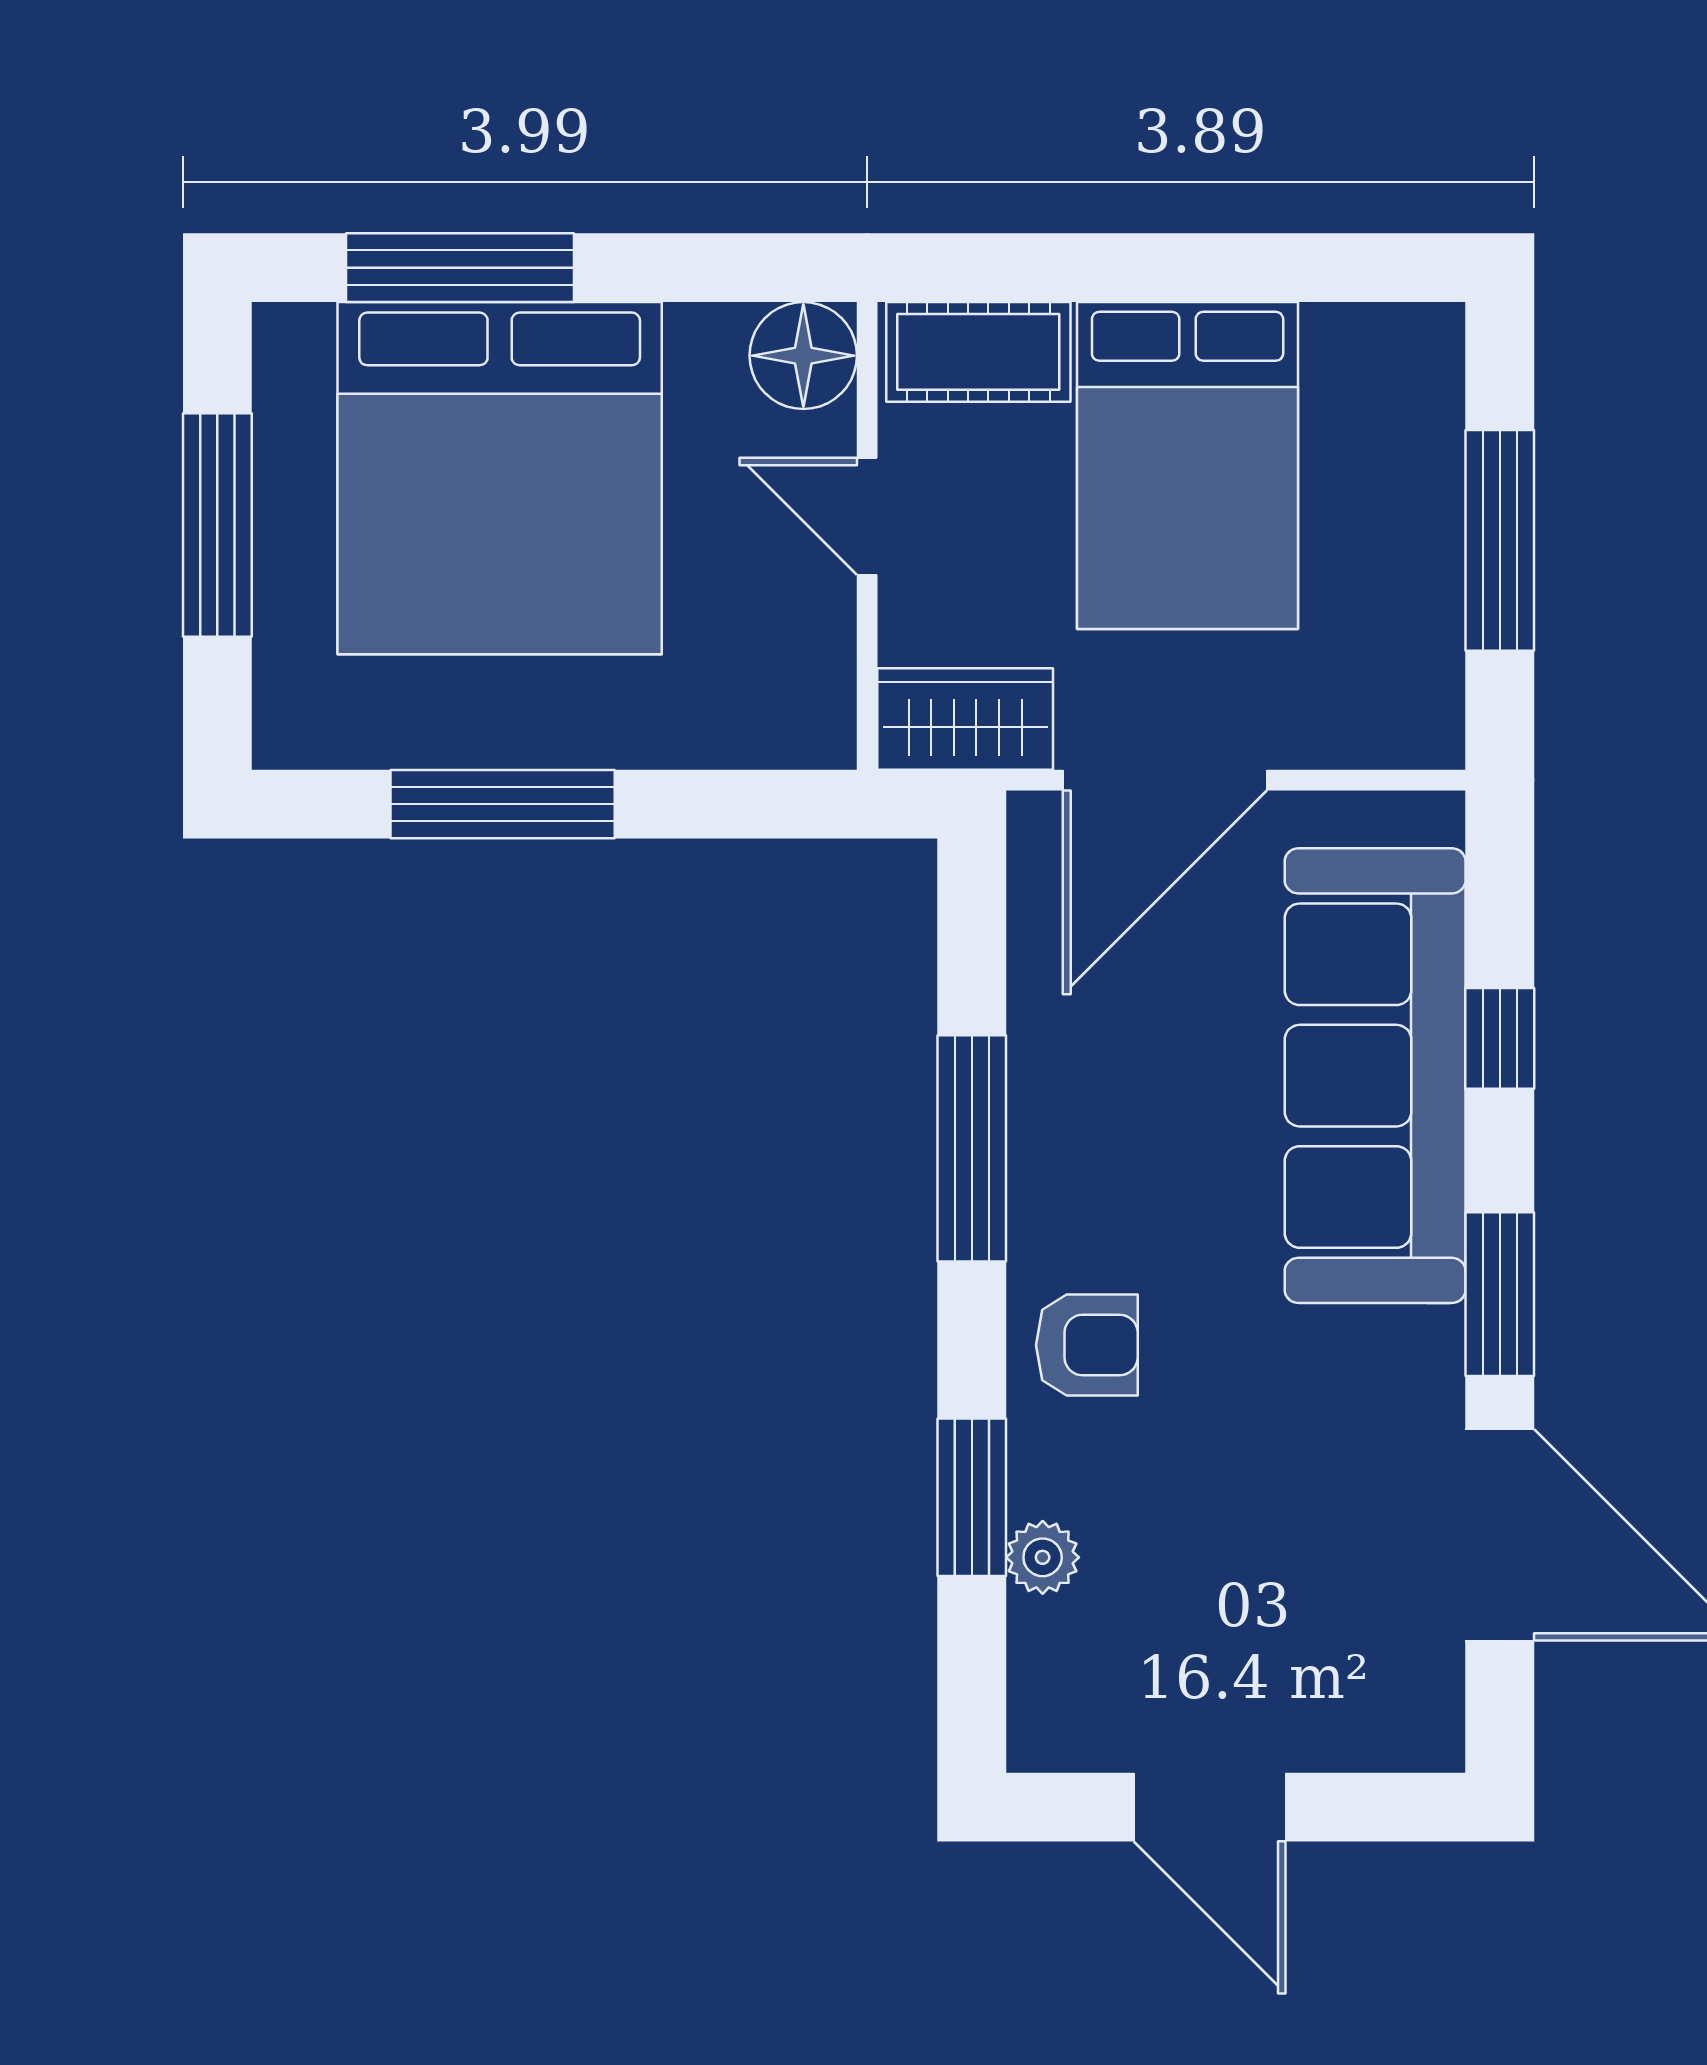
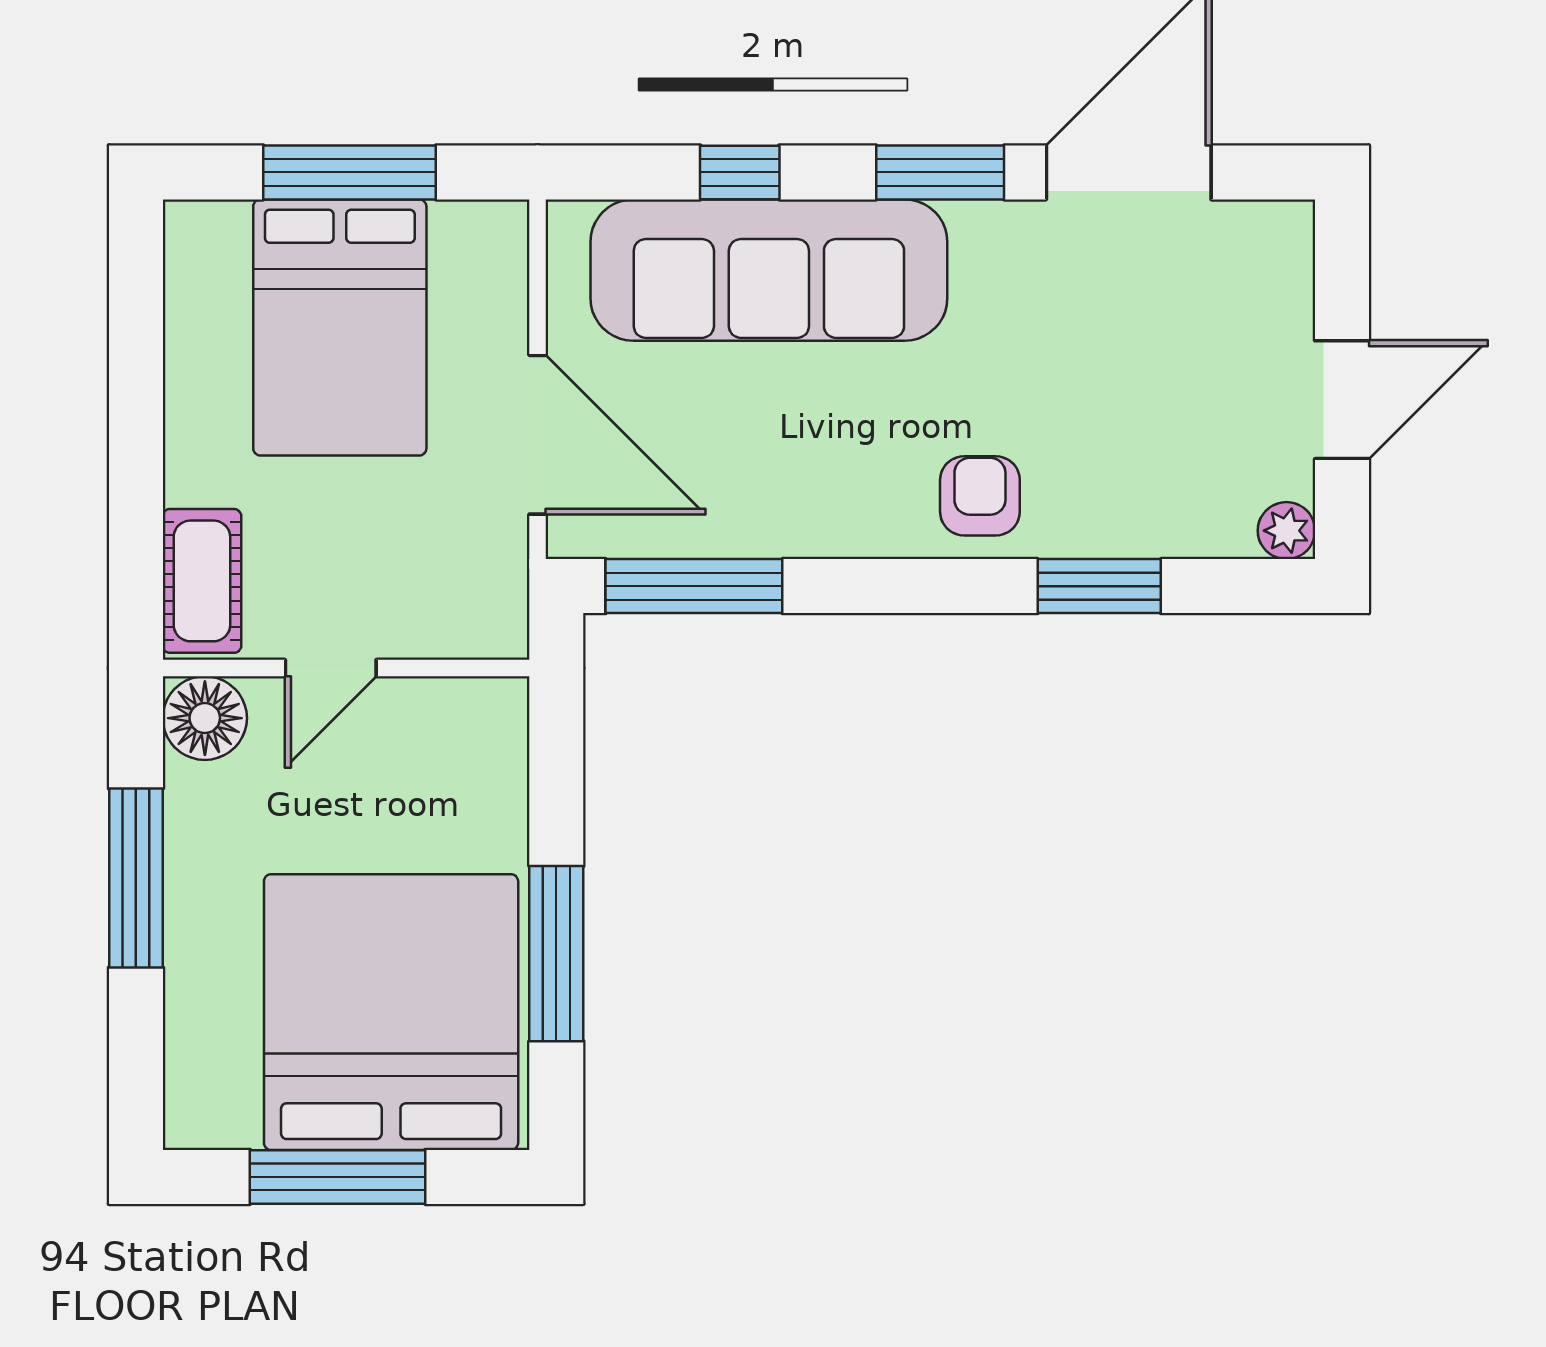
window: (460, 268) -> (136, 878), moved
bed: (1188, 466) -> (340, 327), moved, turned 90
bed: (500, 478) -> (391, 1012), moved, turned -90
wardrobe: (965, 719) -> (490, 591), removed
window: (972, 1148) -> (694, 586), moved
plant: (1043, 1557) -> (1286, 531), moved

